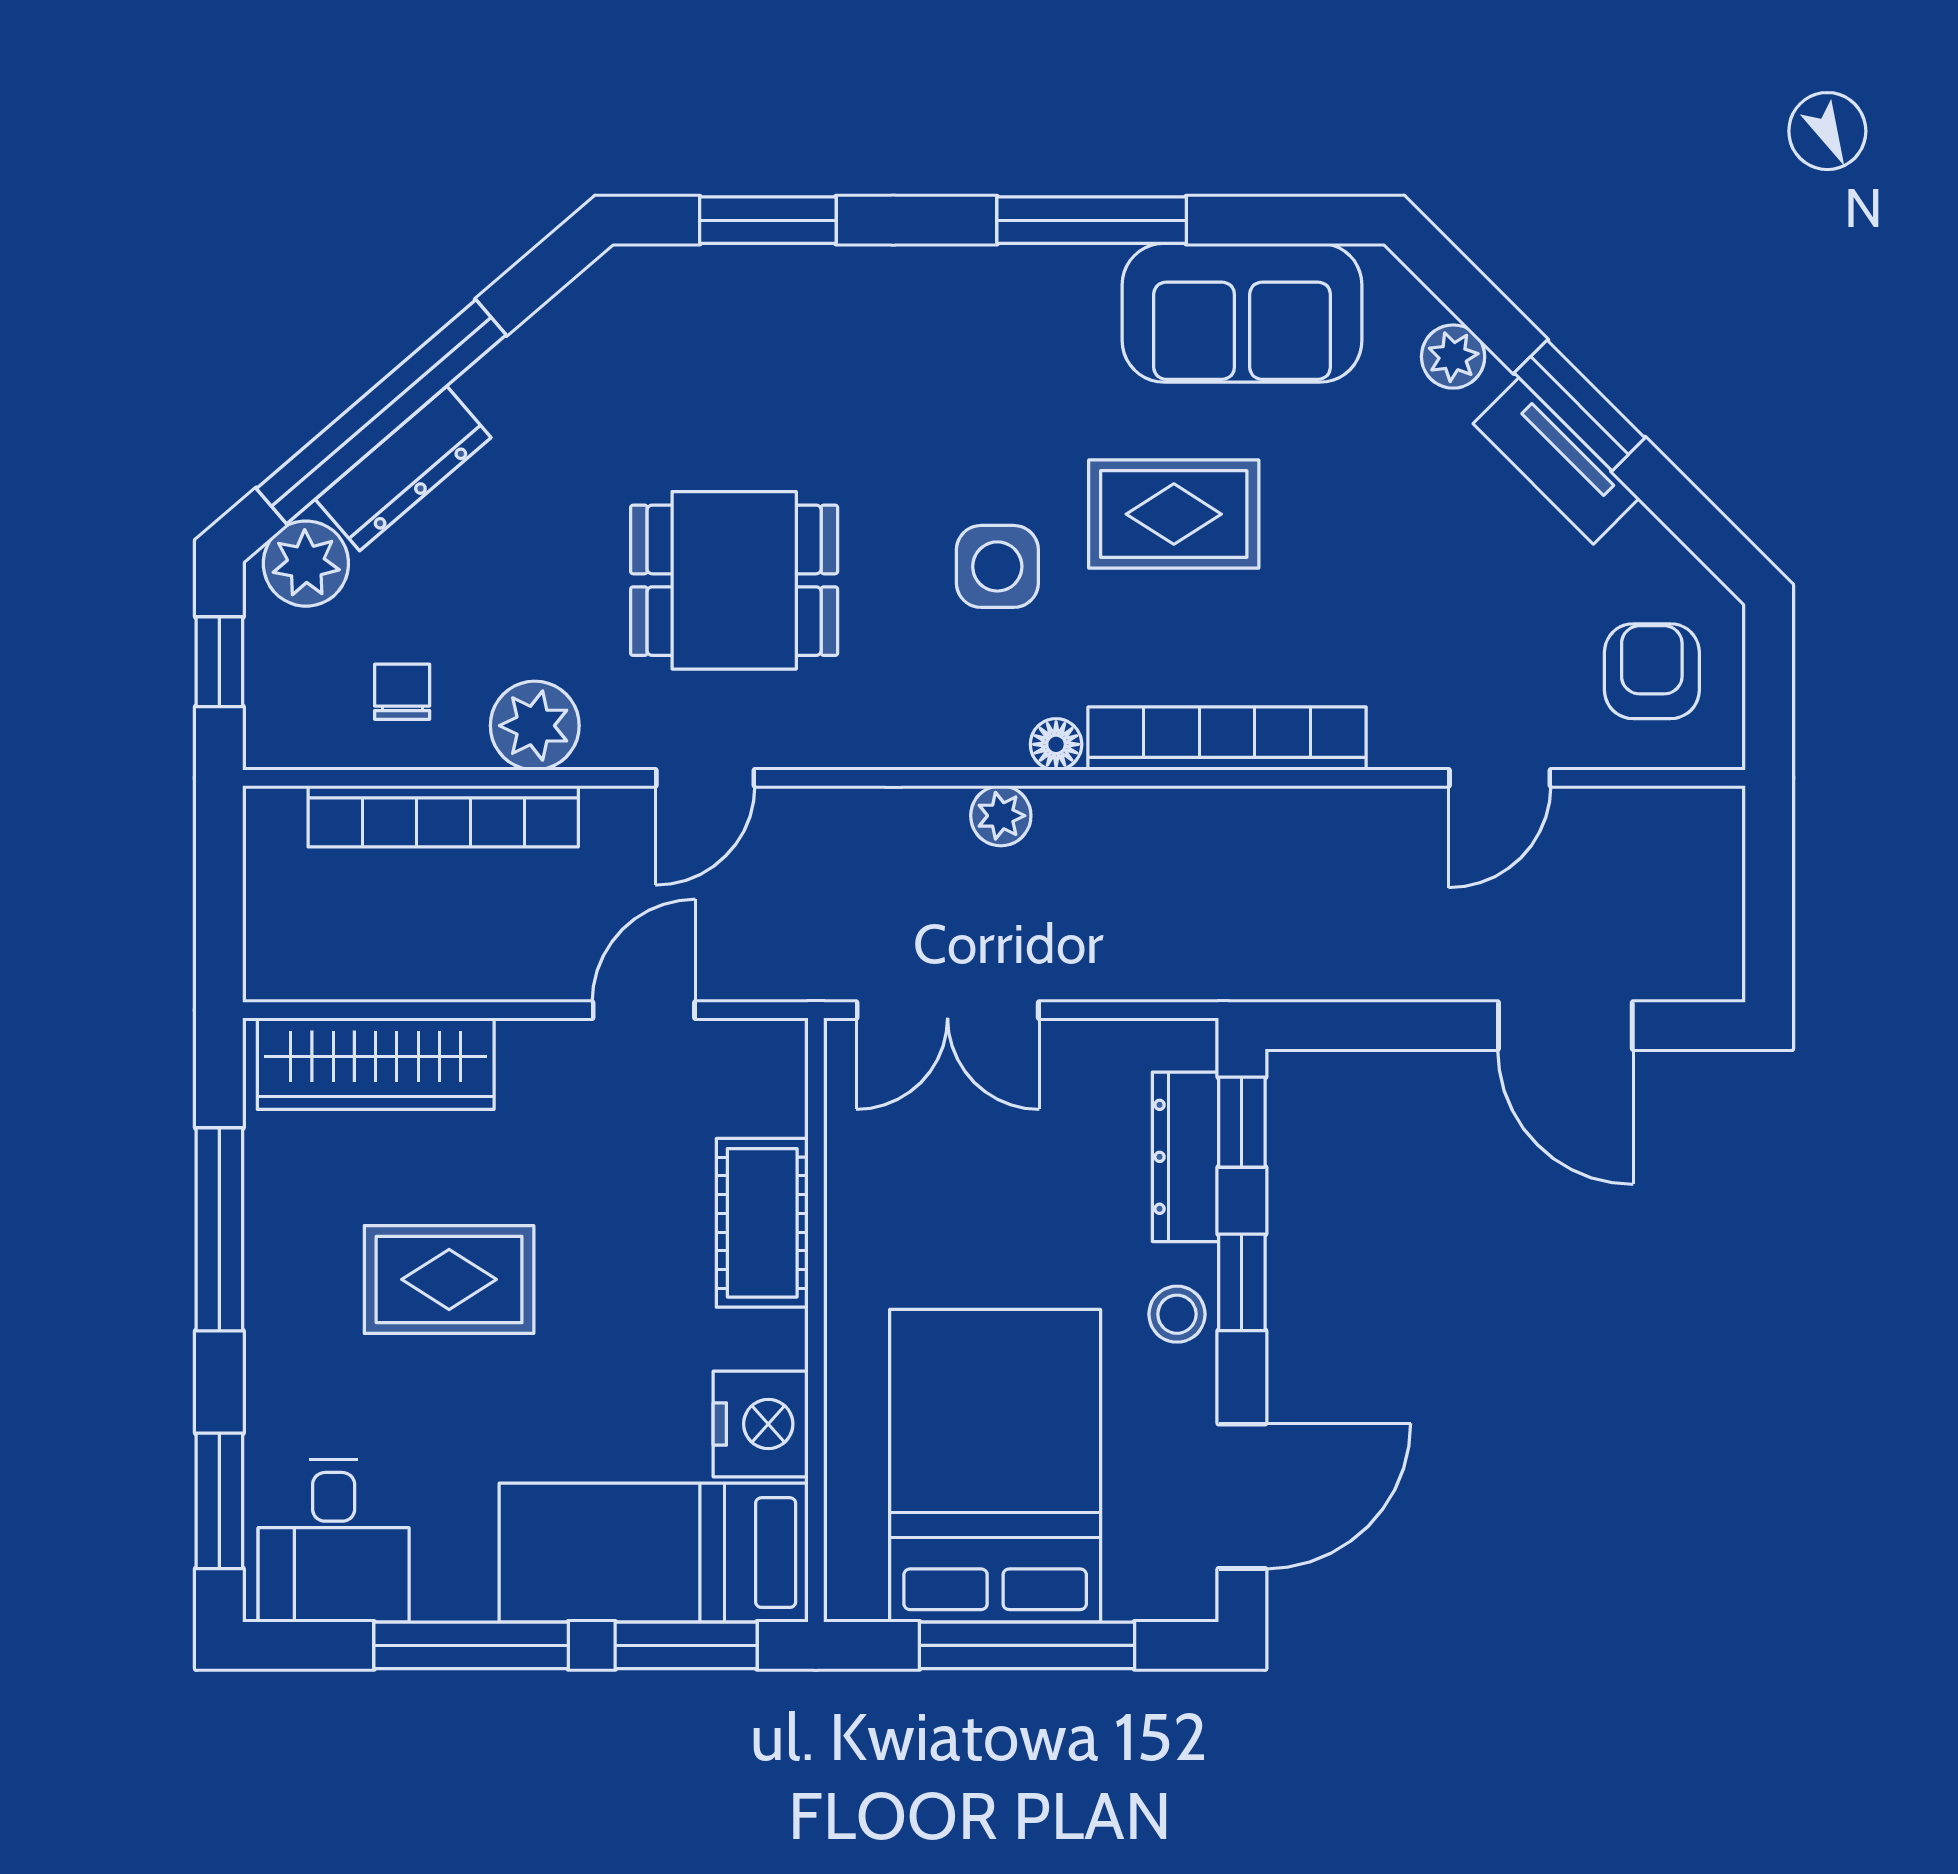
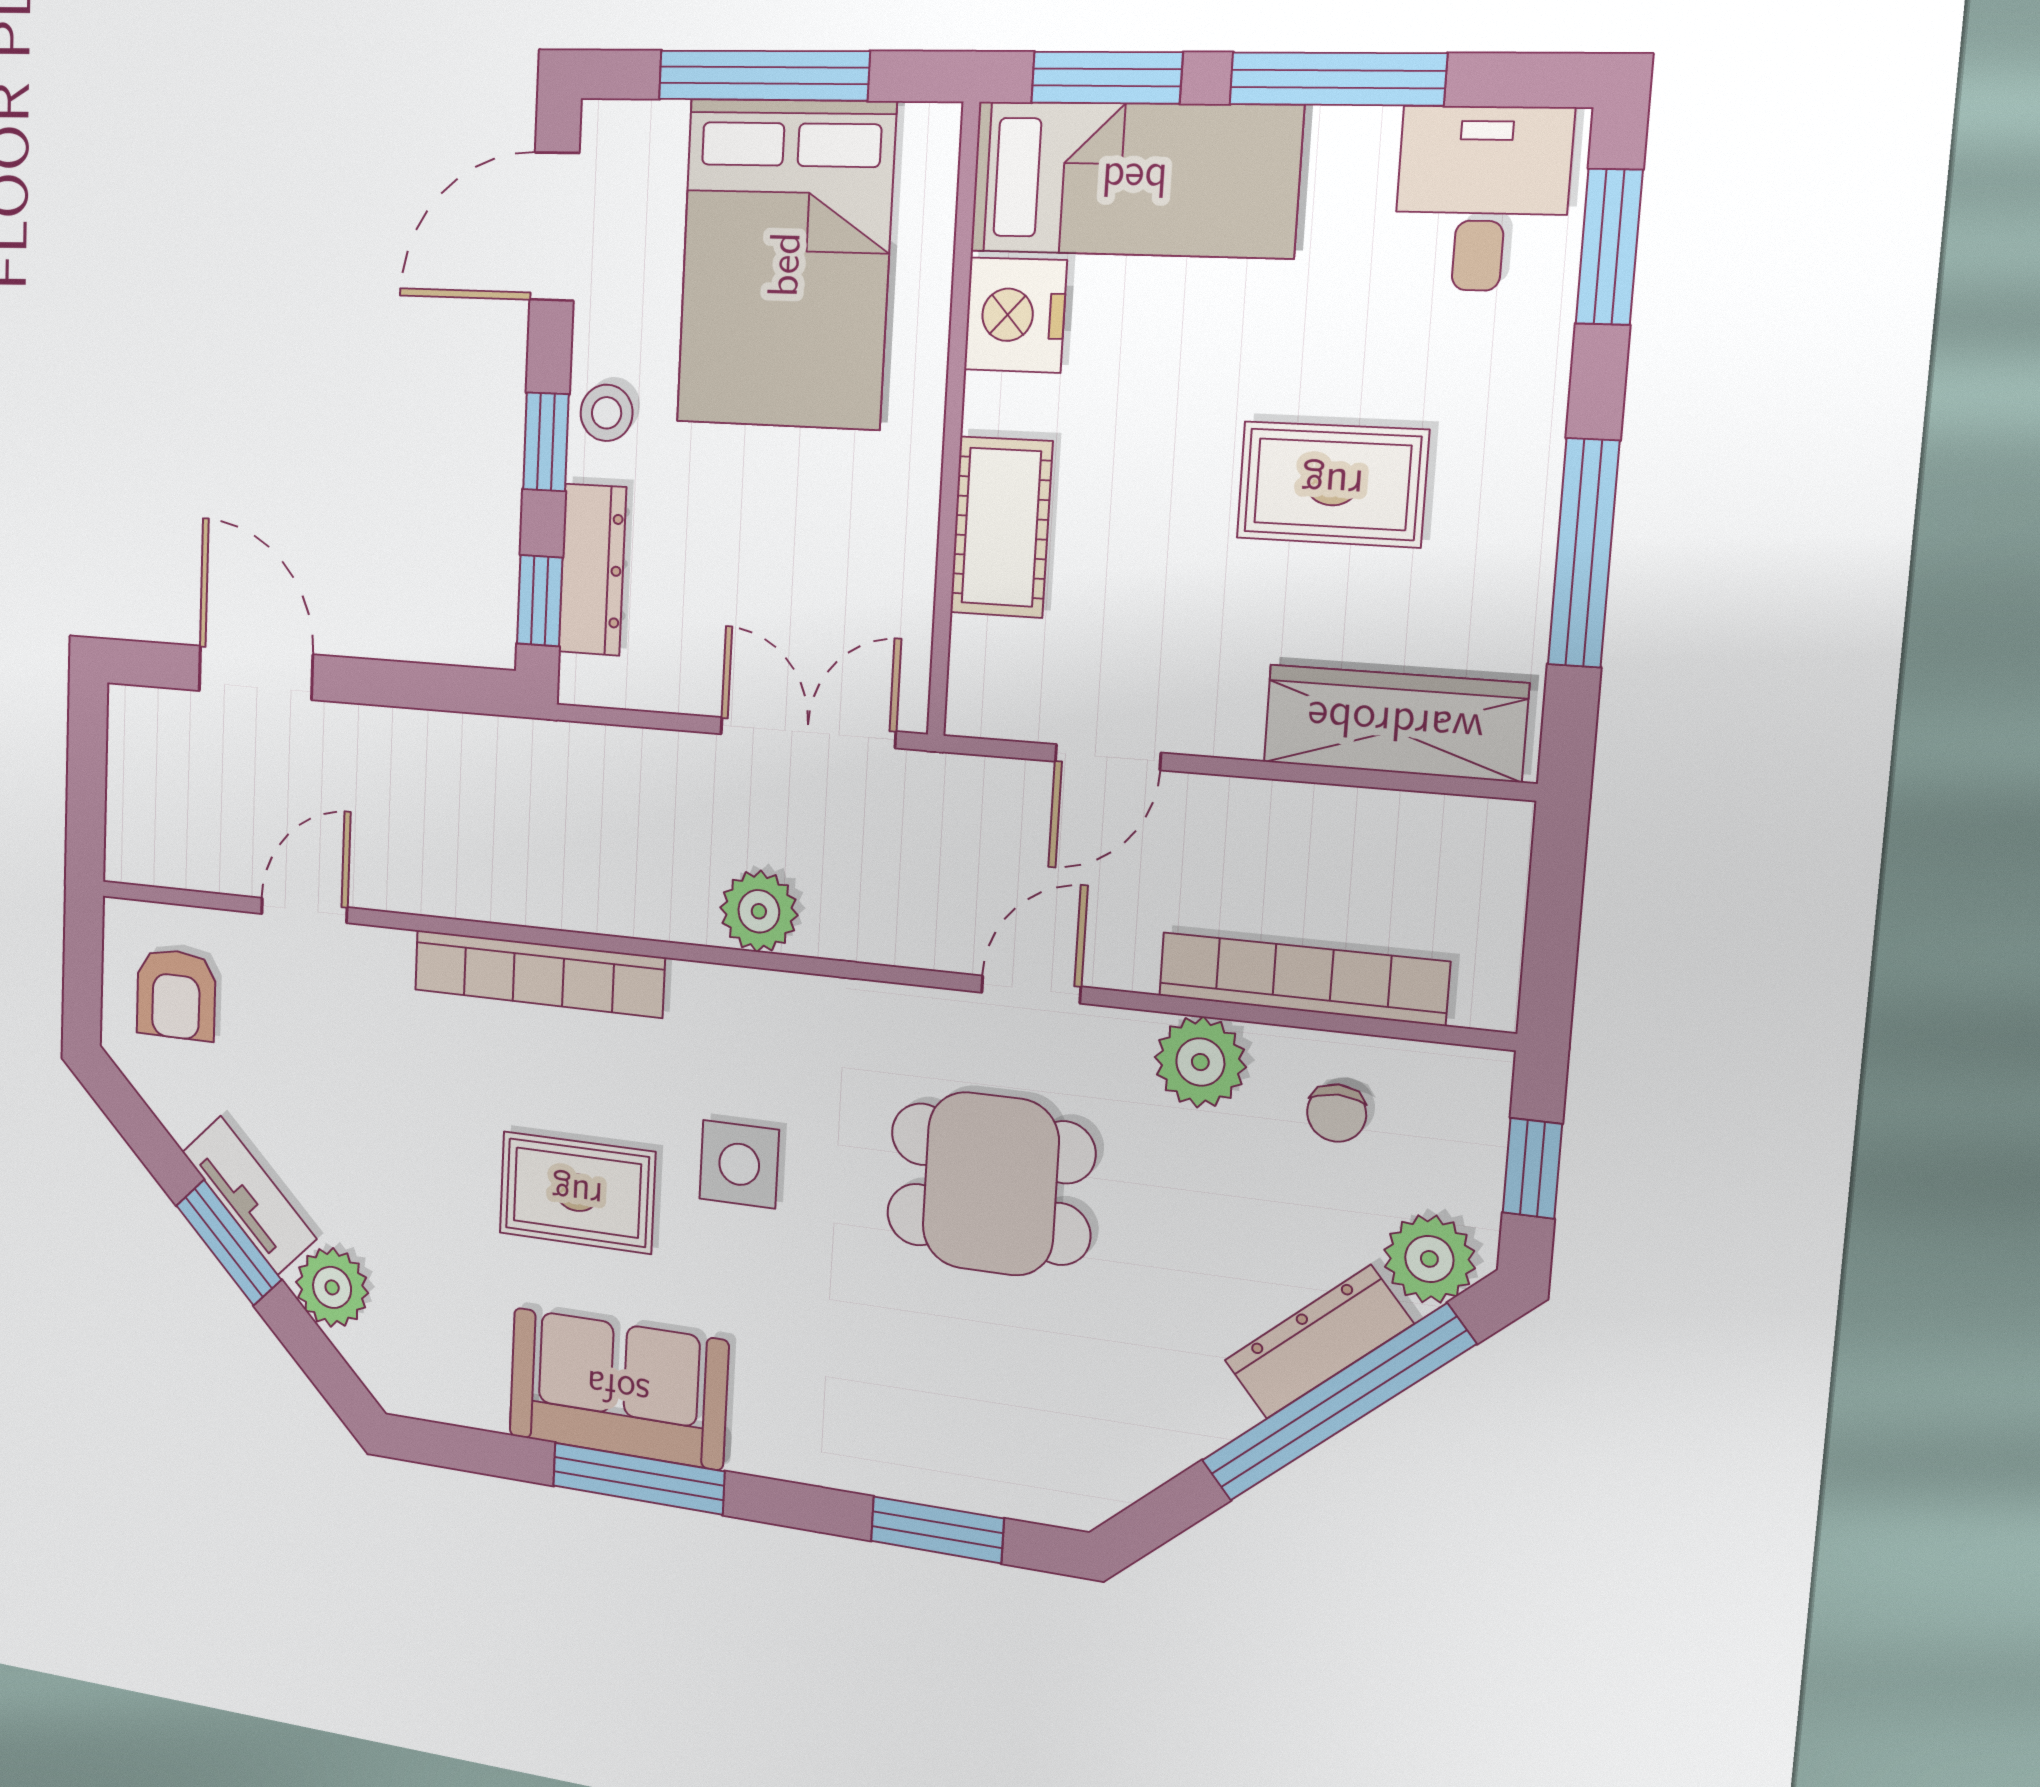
sofa: (1242, 313) -> (618, 1388), moved
plant: (1453, 357) -> (332, 1287), width x1.38, depth x1.38
floor lamp: (1056, 744) -> (693, 986), removed
plant: (1001, 816) -> (759, 911), width x1.38, depth x1.38

